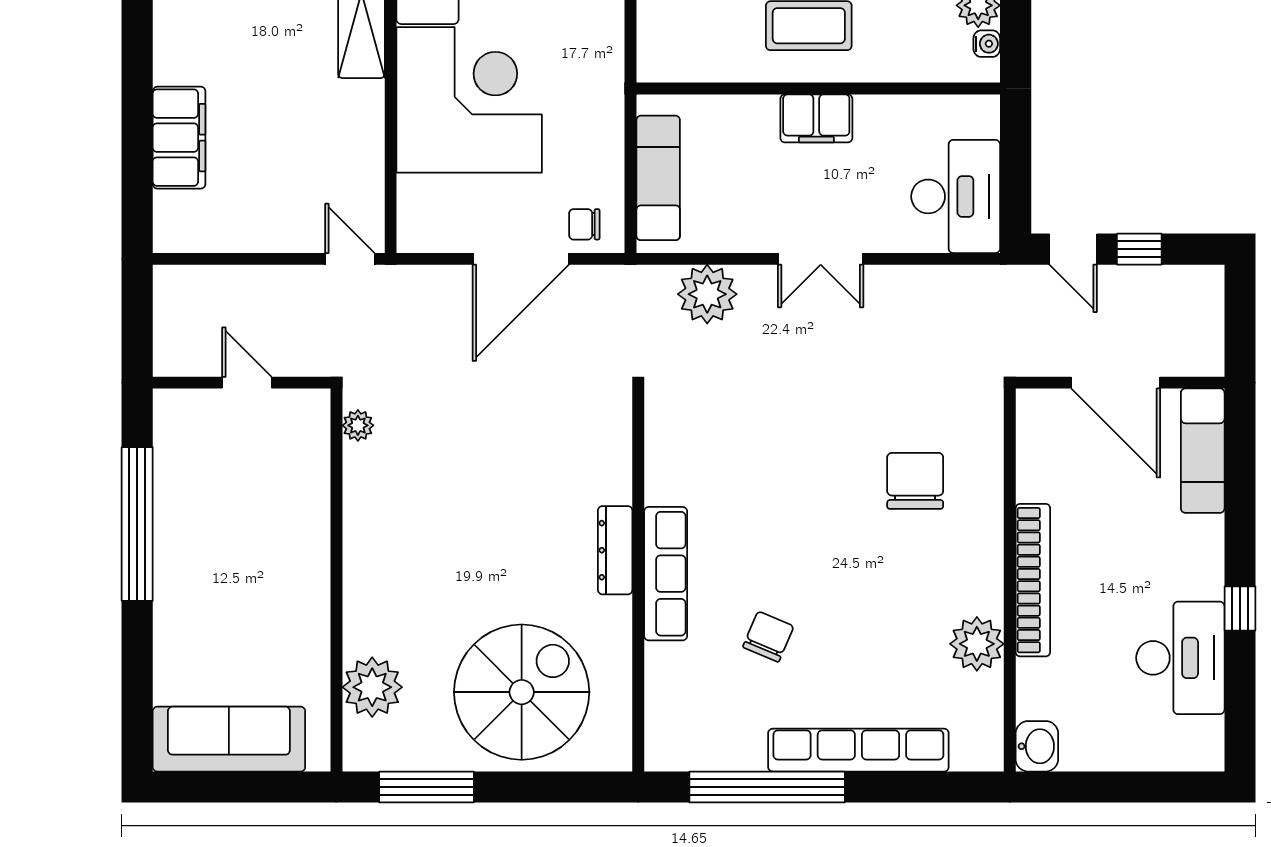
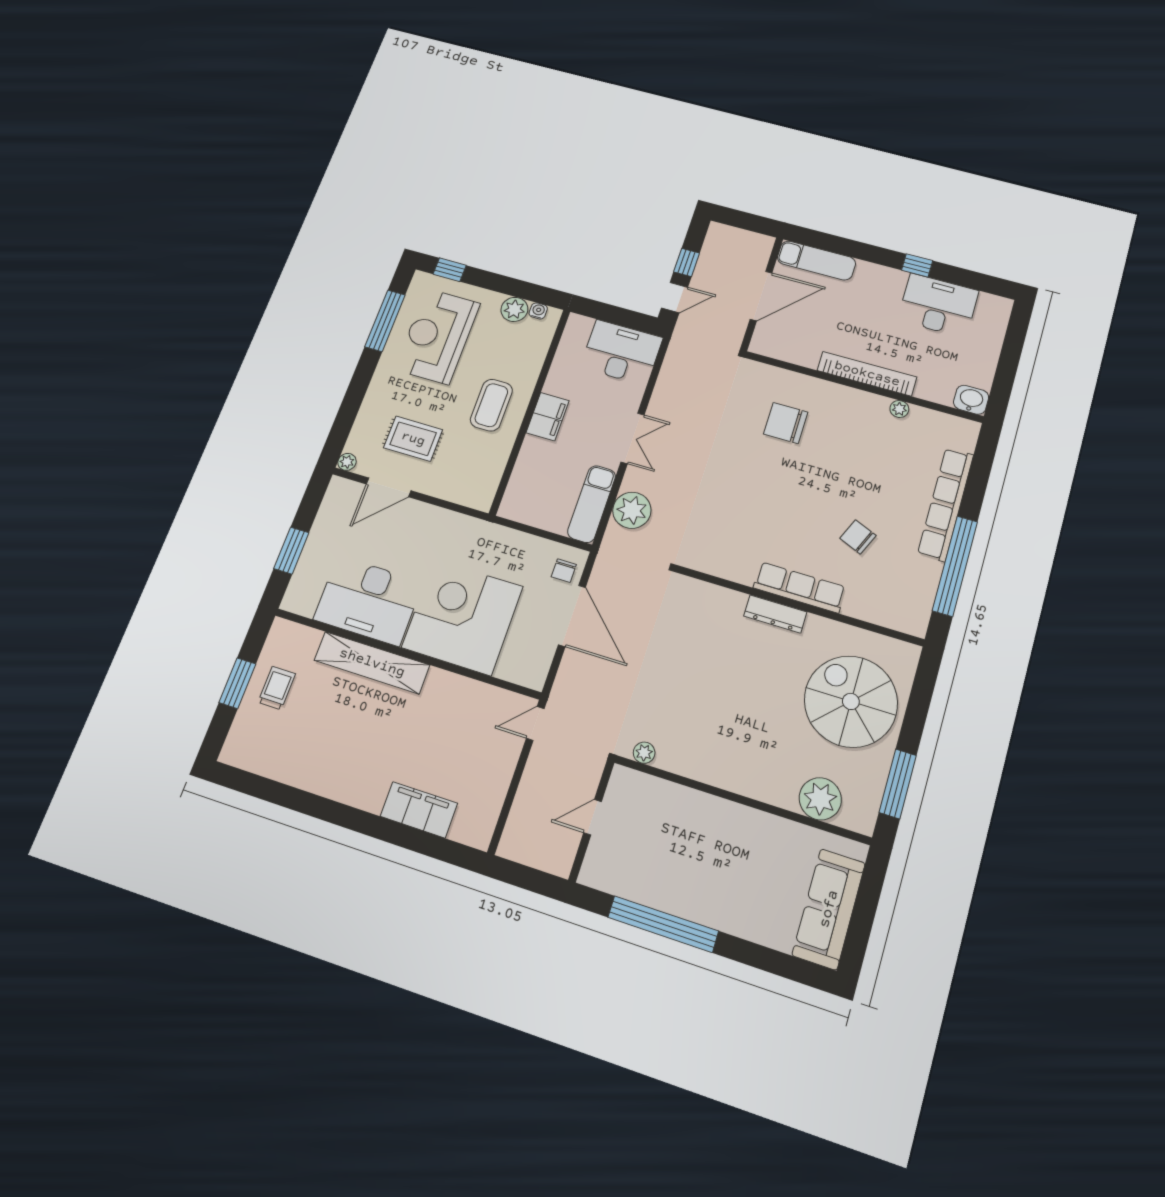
exam couch: (658, 178) -> (592, 504), moved, turned -90
plant: (977, 644) -> (899, 409), width x0.53, depth x0.53

